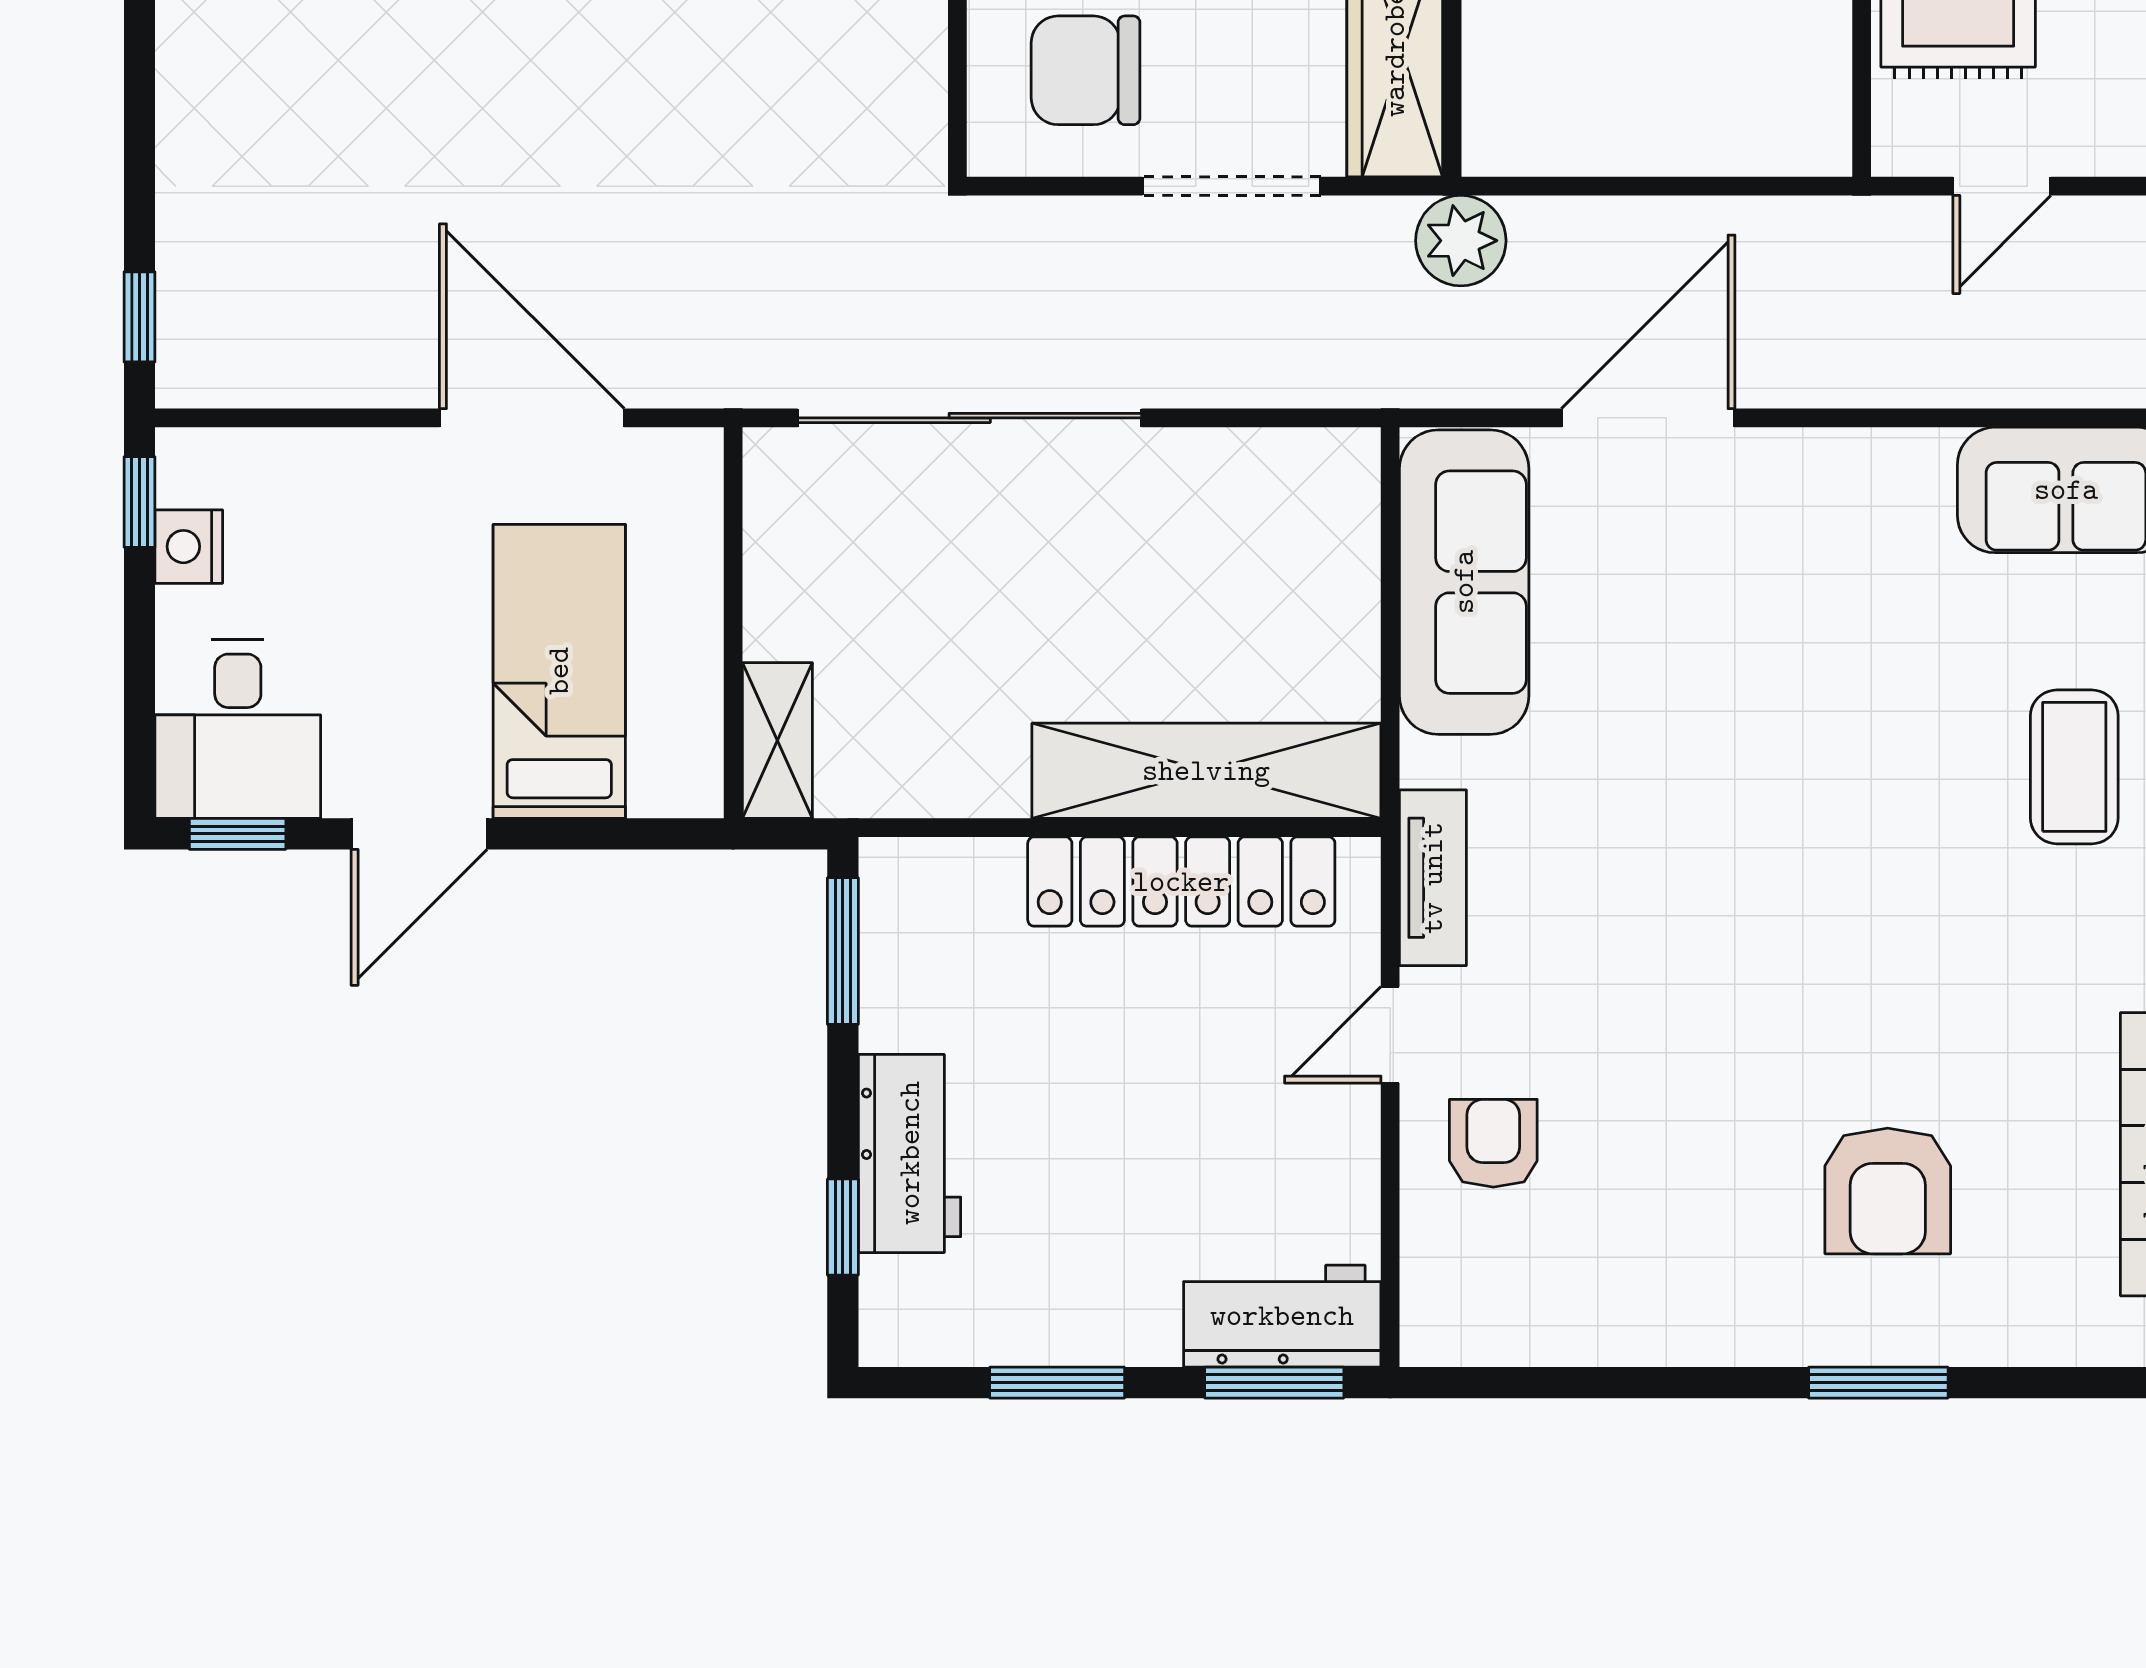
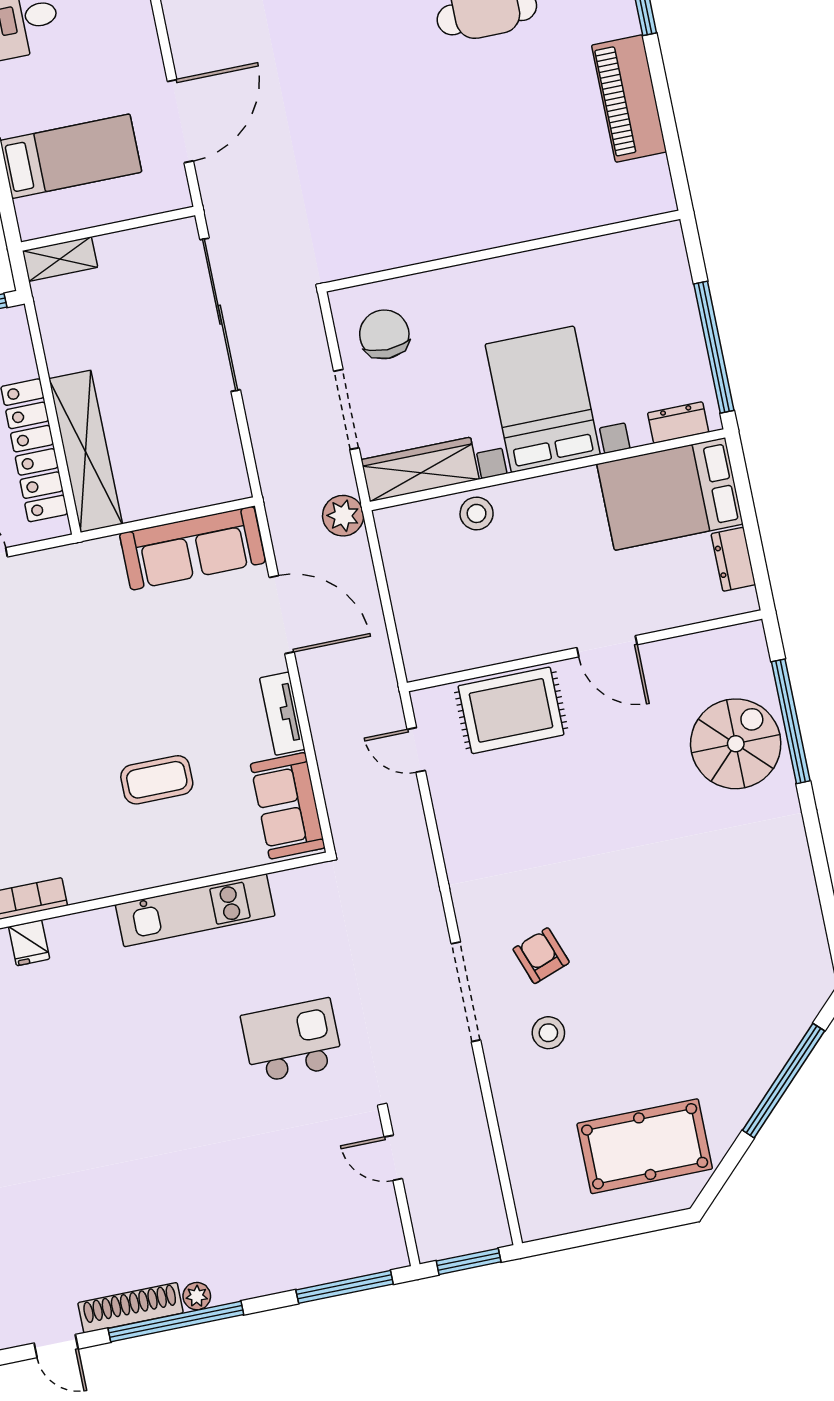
coffee table: (2074, 767) -> (157, 780), moved
tv unit: (1433, 878) -> (282, 714), moved, turned 90

